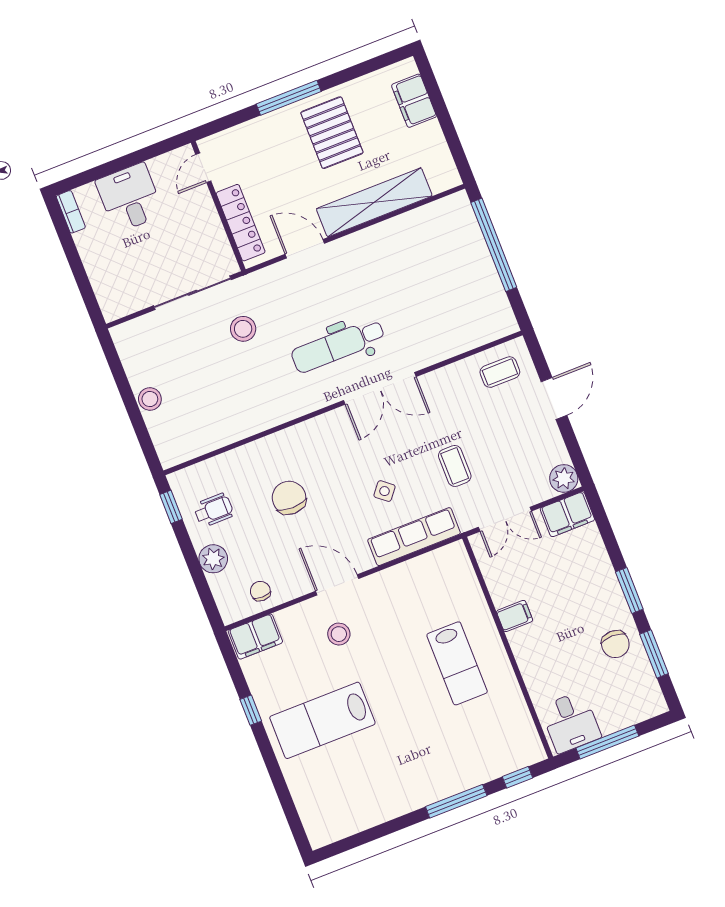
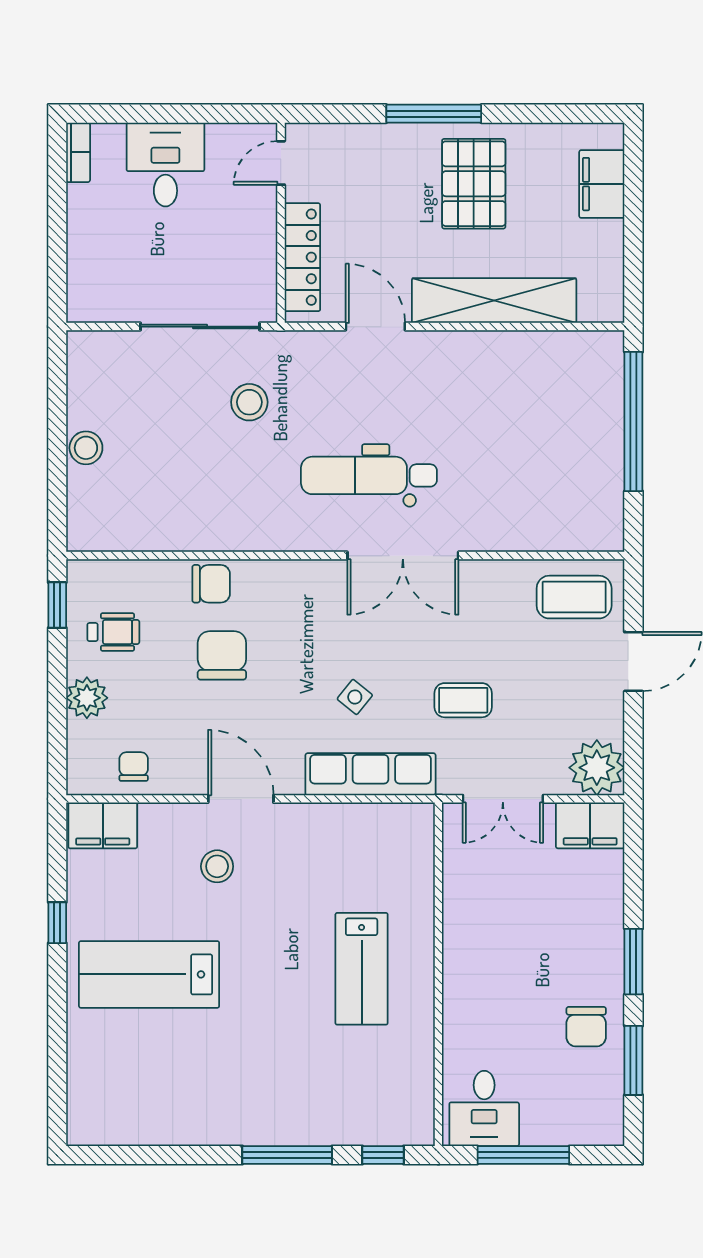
coffee table: (500, 372) -> (574, 597), width x1.36, depth x1.30
chair: (264, 455) -> (211, 584), added
coffee table: (455, 466) -> (463, 700), turned 90
plant: (564, 478) -> (597, 768), width x1.36, depth x1.36
filing cabinet: (515, 616) -> (465, 935), removed

